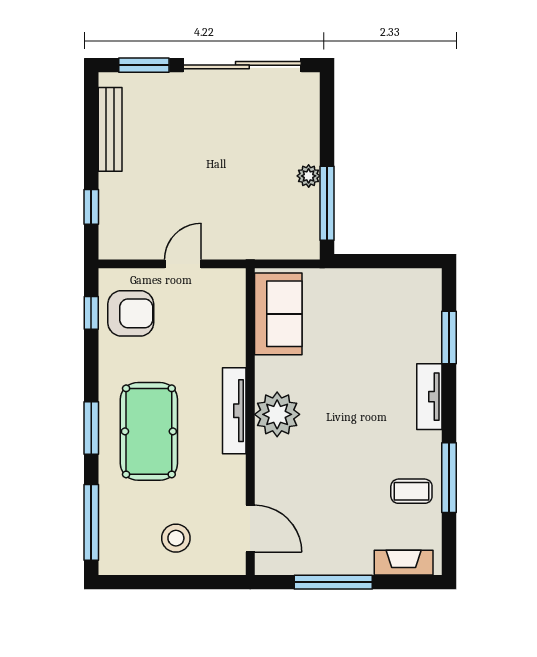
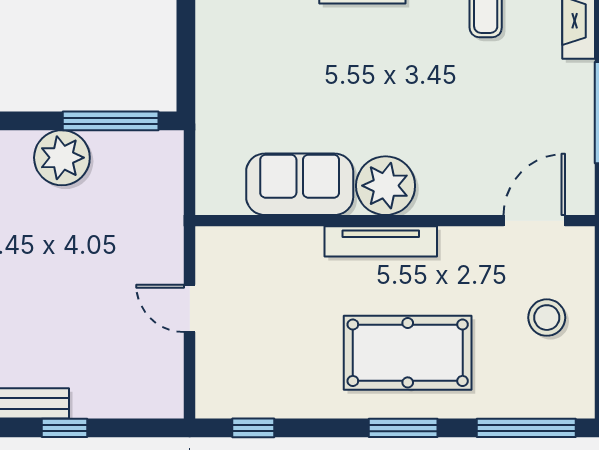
plant: (309, 176) -> (62, 158), width x1.88, depth x1.88
window: (91, 207) -> (65, 428), moved
armchair: (131, 313) -> (254, 376), removed
sofa: (278, 314) -> (300, 184), moved

